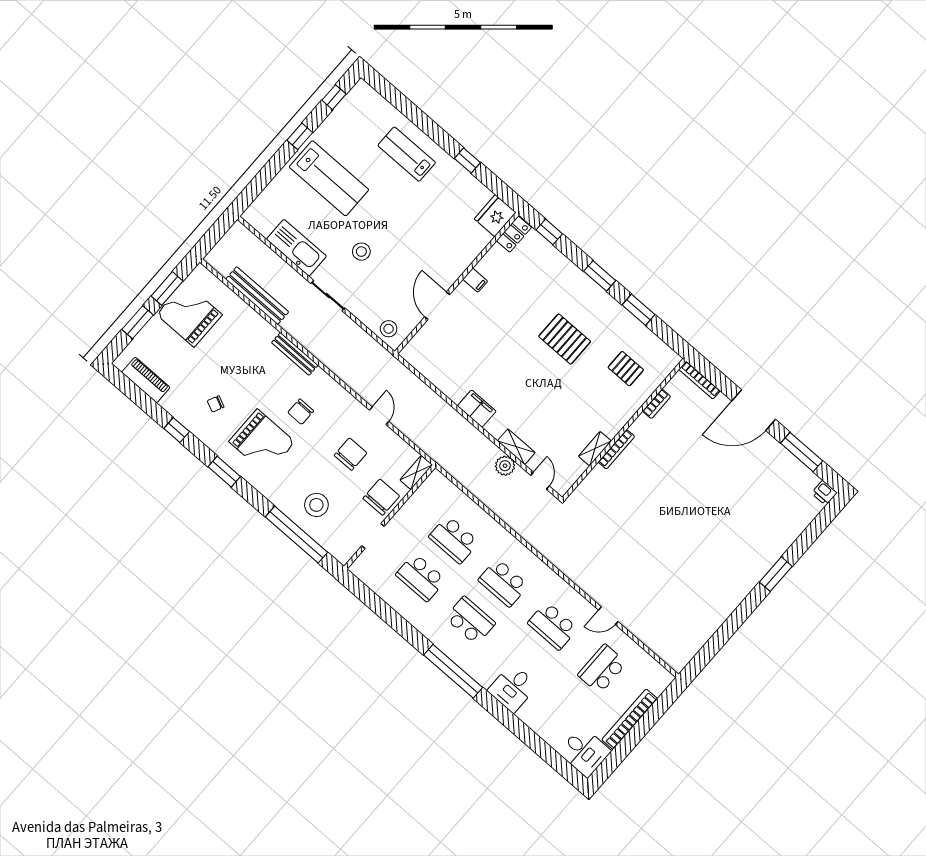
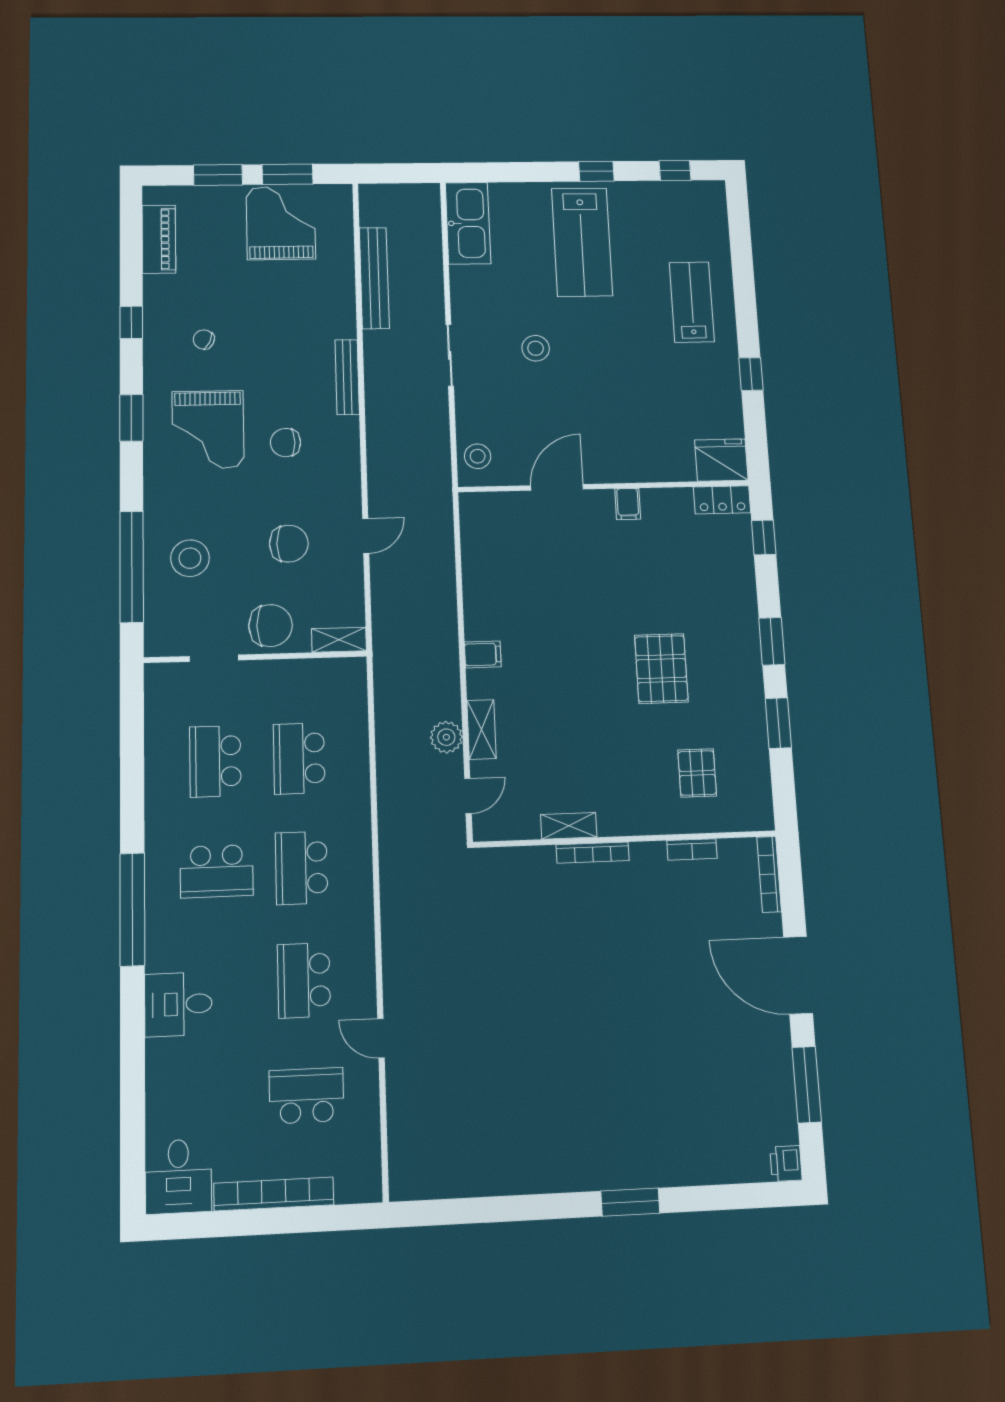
kitchen sink: (296, 248) -> (468, 223), moved
filing cabinet: (477, 409) -> (483, 654), width x0.50
school desk: (470, 621) -> (217, 871), turned 90

